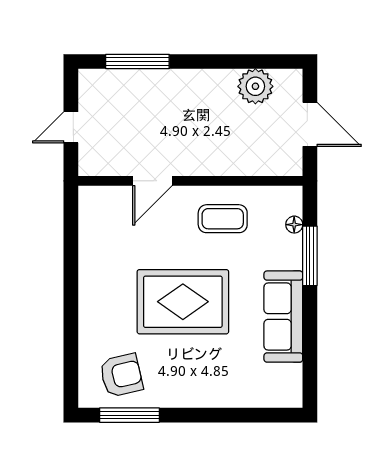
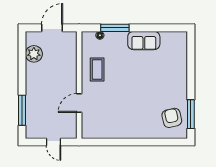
door: (152, 181) -> (79, 103), swing flipped
rug: (183, 302) -> (137, 89), removed
sofa: (283, 317) -> (144, 41), width x0.73

